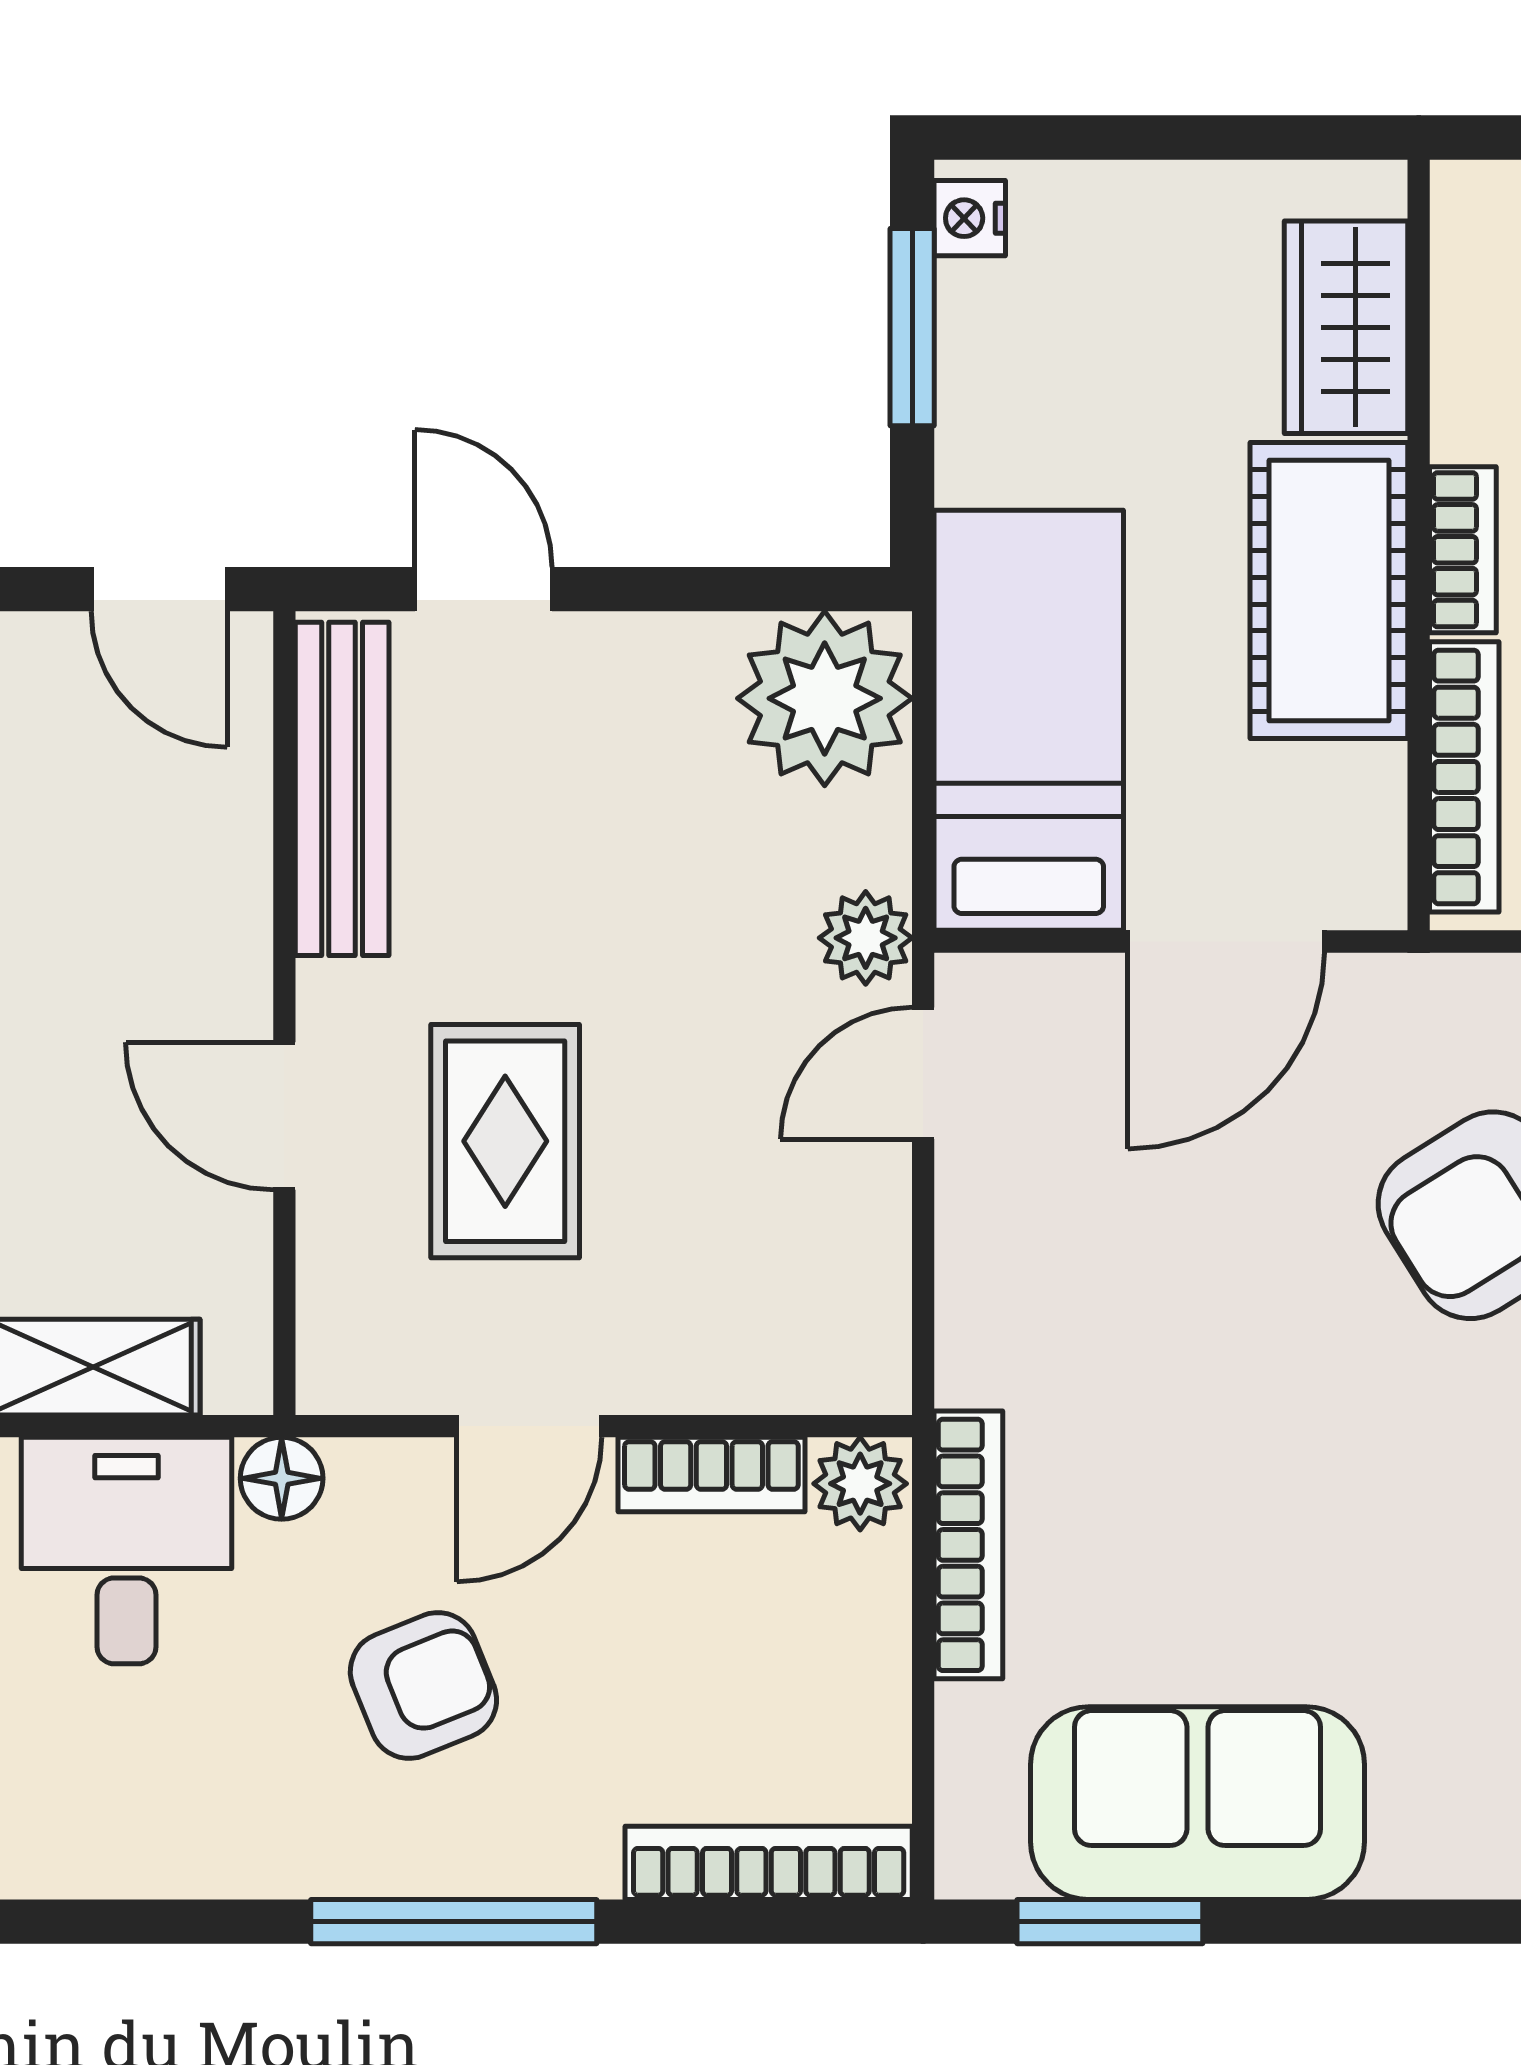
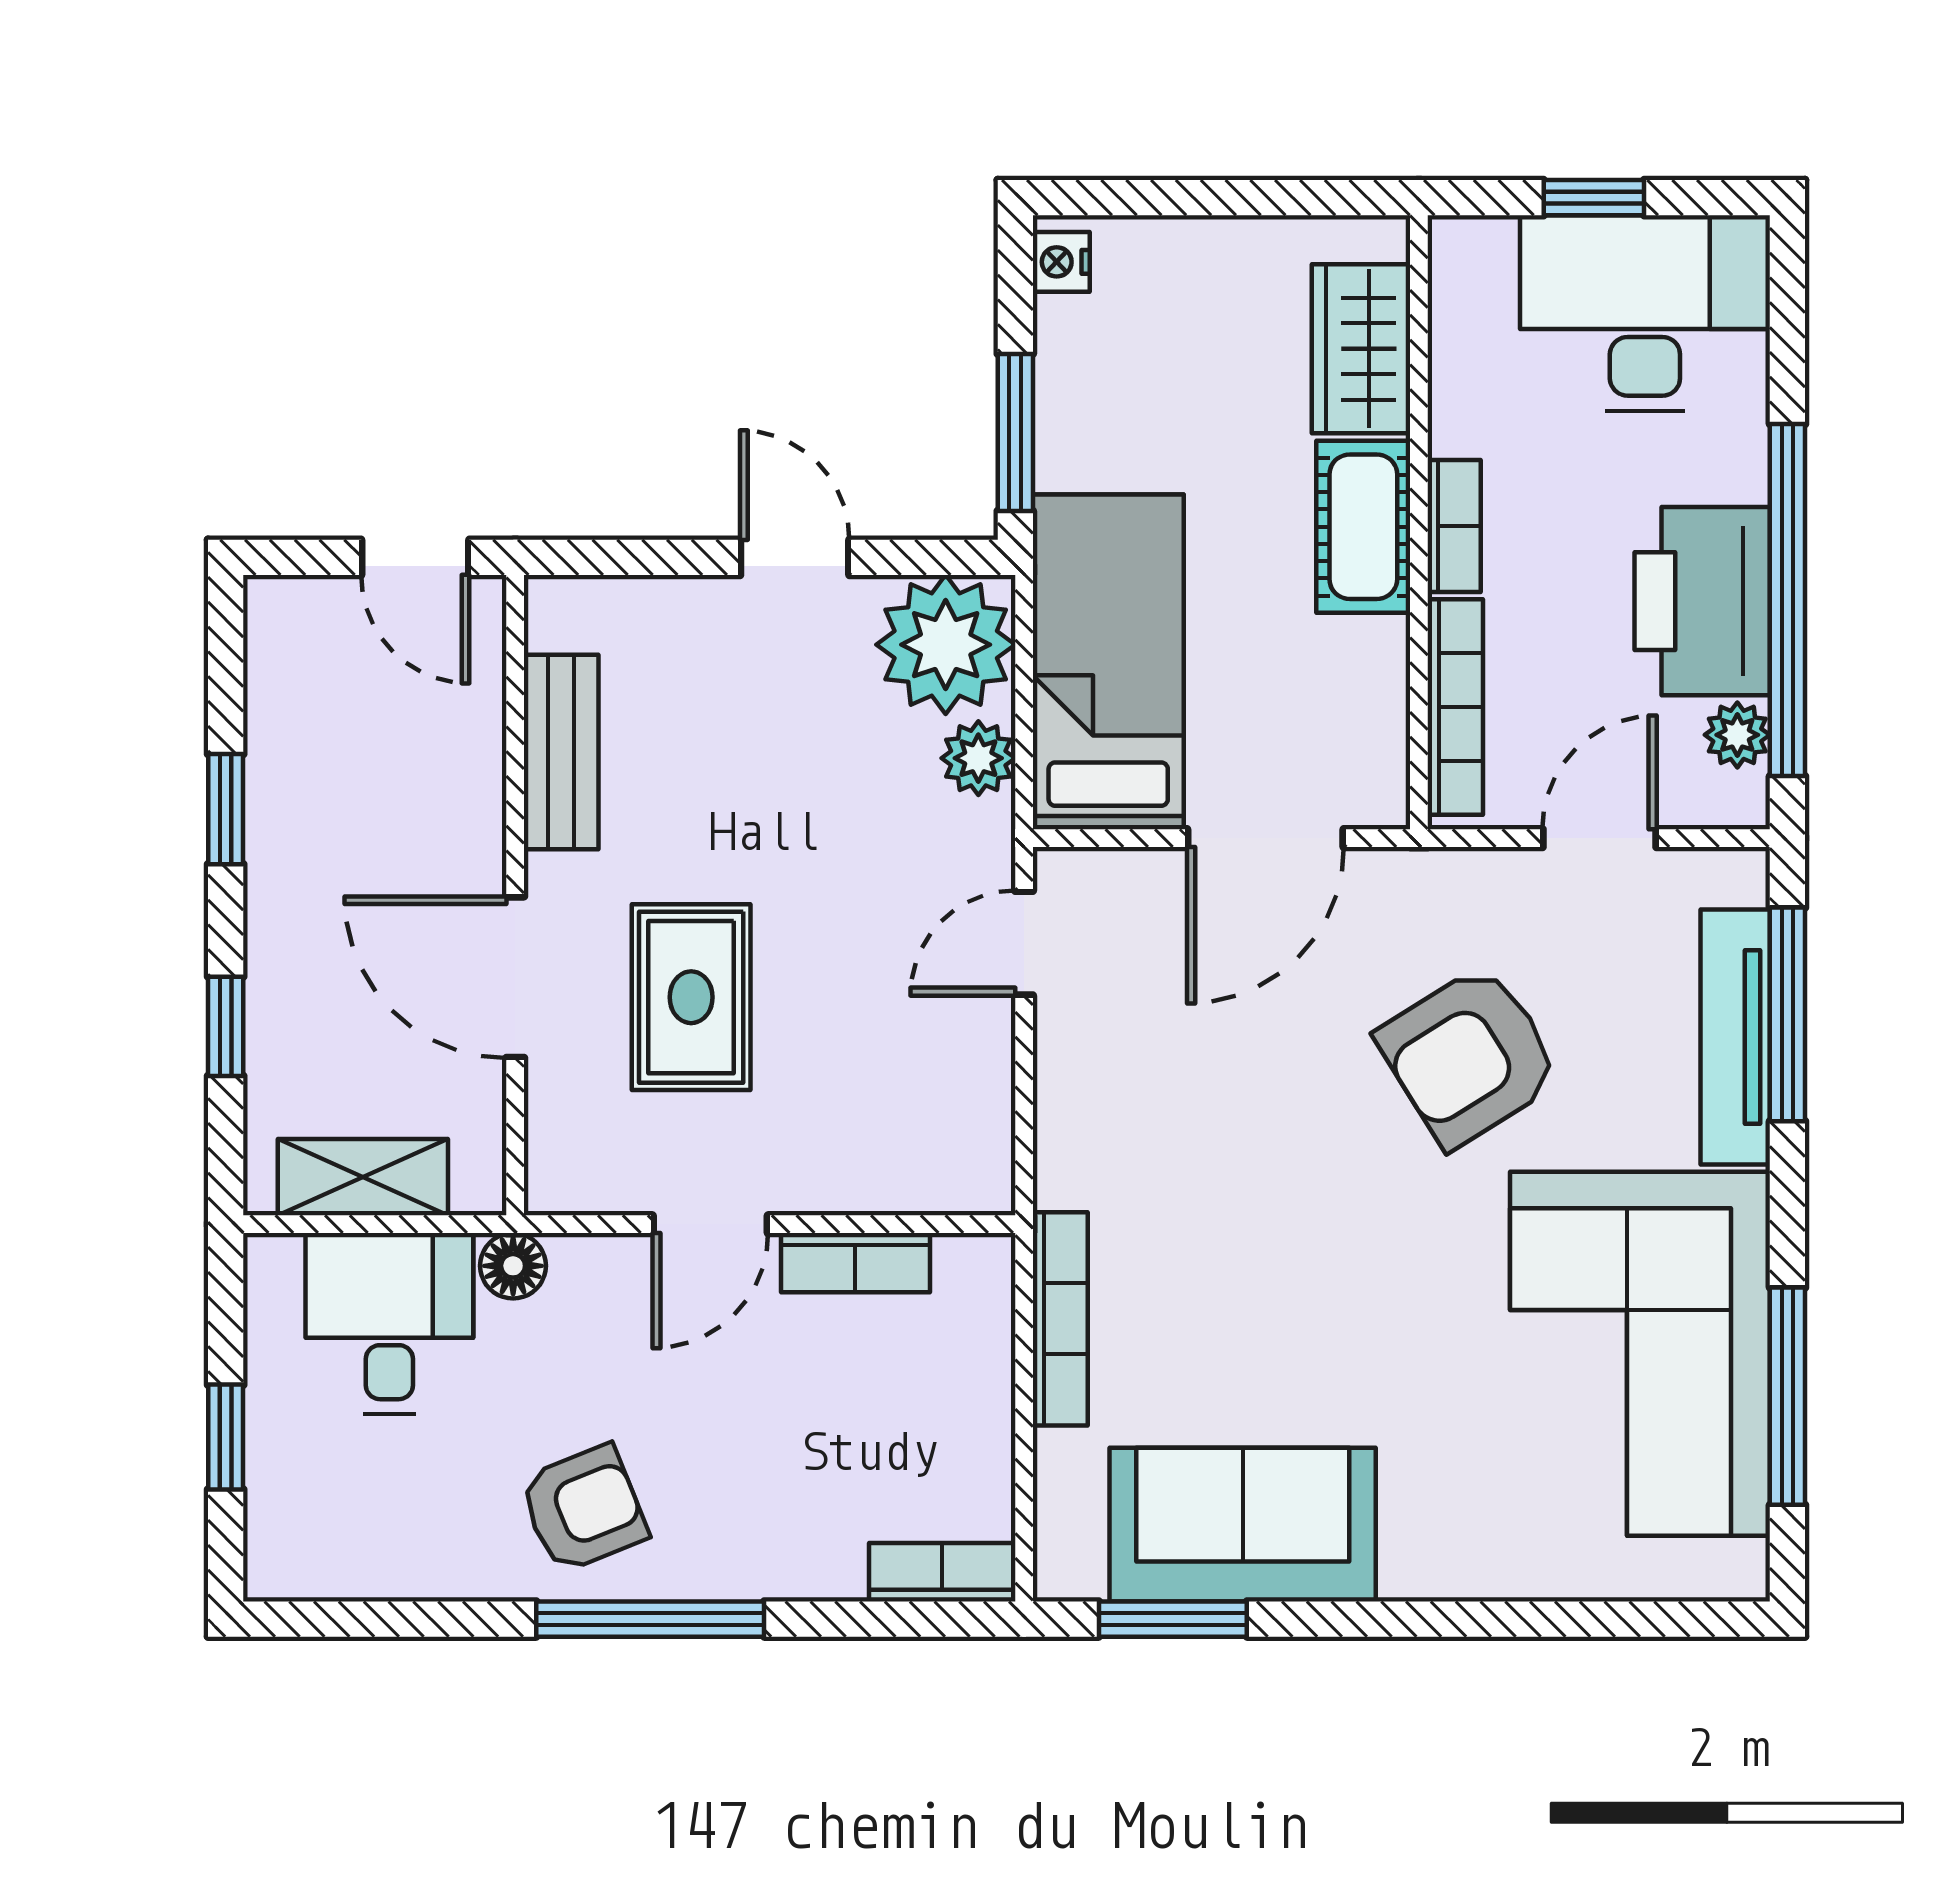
window: (912, 327) -> (1015, 432), moved
door: (484, 589) -> (795, 557), moved
cot: (1329, 591) -> (1363, 527), width x0.73, depth x0.75
bench: (342, 789) -> (561, 752), width x0.73
plant: (866, 938) -> (978, 758), moved
door: (284, 1116) -> (515, 977), width x1.38
plant: (860, 1484) -> (974, 1270), removed
armchair: (423, 1685) -> (583, 1509), moved
bookcase: (769, 1863) -> (942, 1572), width x0.64

